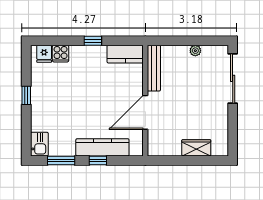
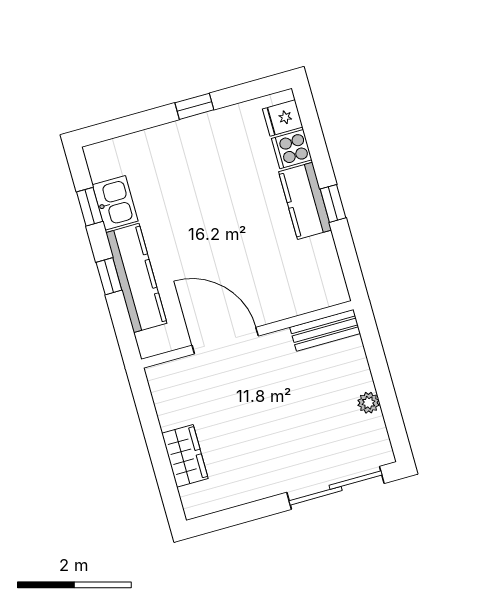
kitchen counter: (125, 54) -> (305, 201), moved
bench: (154, 68) -> (325, 330), width x0.73
kitchen sink: (39, 144) -> (115, 203), moved, turned -90
window: (61, 161) -> (90, 207), width x0.67

